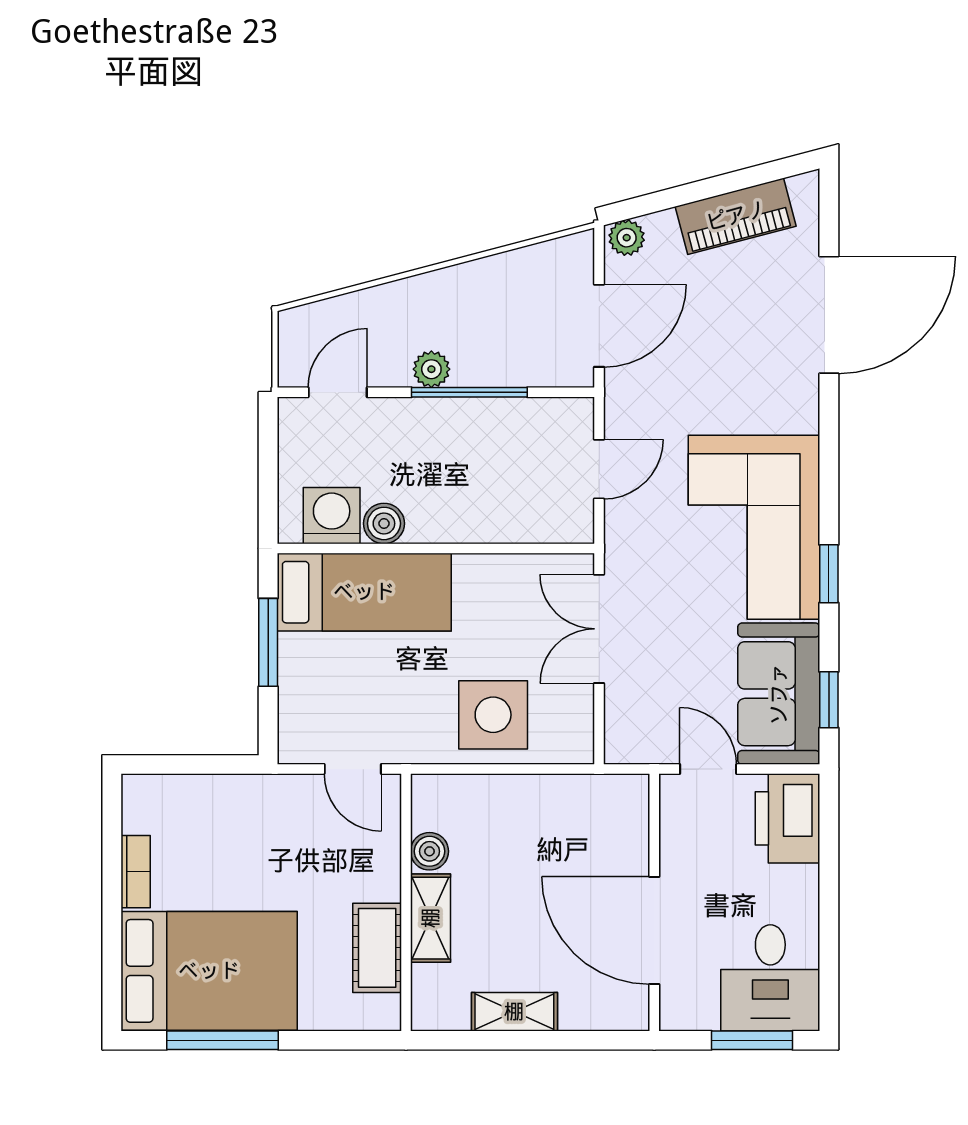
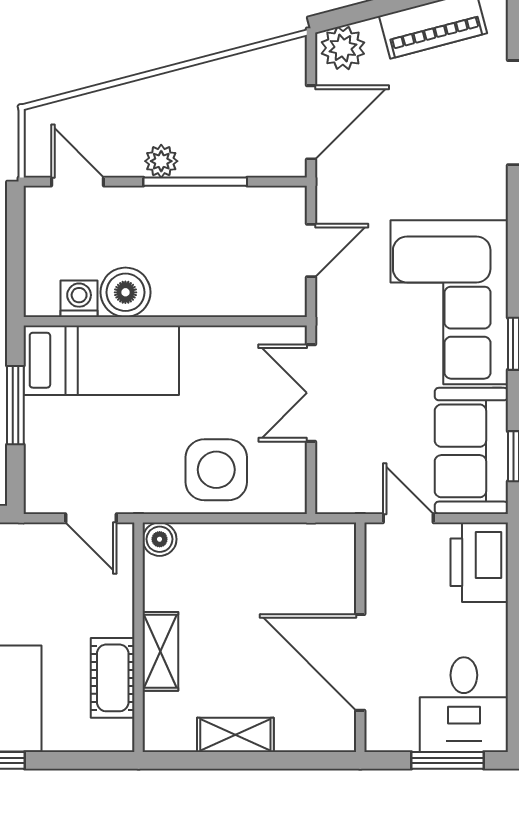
plant: (627, 238) -> (343, 48), width x1.38, depth x1.38
door: (338, 392) -> (78, 182), hinge flipped
washing machine: (332, 516) -> (79, 299), width x0.73, depth x0.73
boiler: (384, 523) -> (125, 292), width x1.36, depth x1.36
boiler: (430, 851) -> (160, 539), moved

